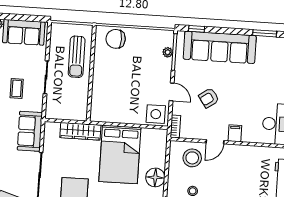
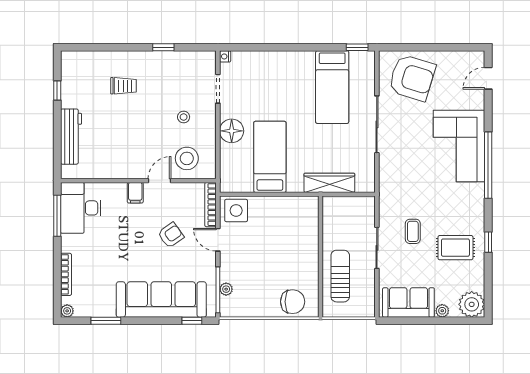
bookcase: (175, 126) -> (211, 205), width x1.56
sofa: (30, 131) -> (393, 179), removed
bed: (120, 154) -> (270, 157), width x0.67

